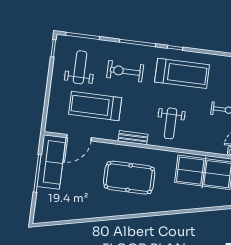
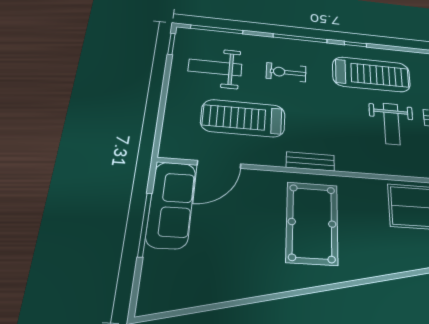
weight bench: (80, 67) -> (215, 68), turned -90
exercise bike: (125, 71) -> (286, 72), width x0.73, depth x0.72
weight bench: (170, 123) -> (392, 124), moved
pool table: (129, 178) -> (312, 223), turned 90

